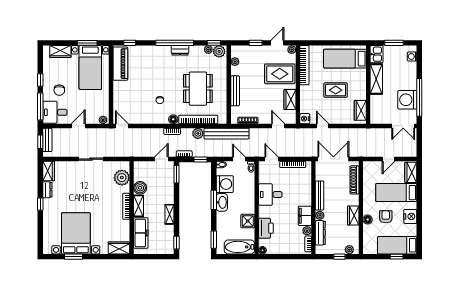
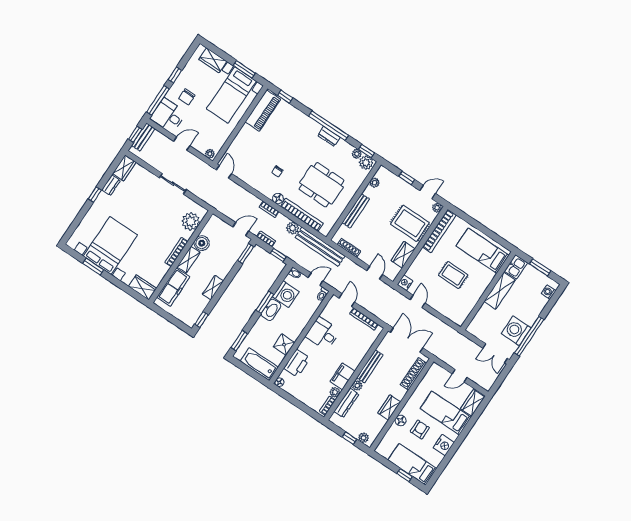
dining table: (198, 89) -> (321, 185), turned 90
wardrobe: (360, 110) -> (464, 311), removed
door: (239, 159) -> (316, 279), hinge flipped

